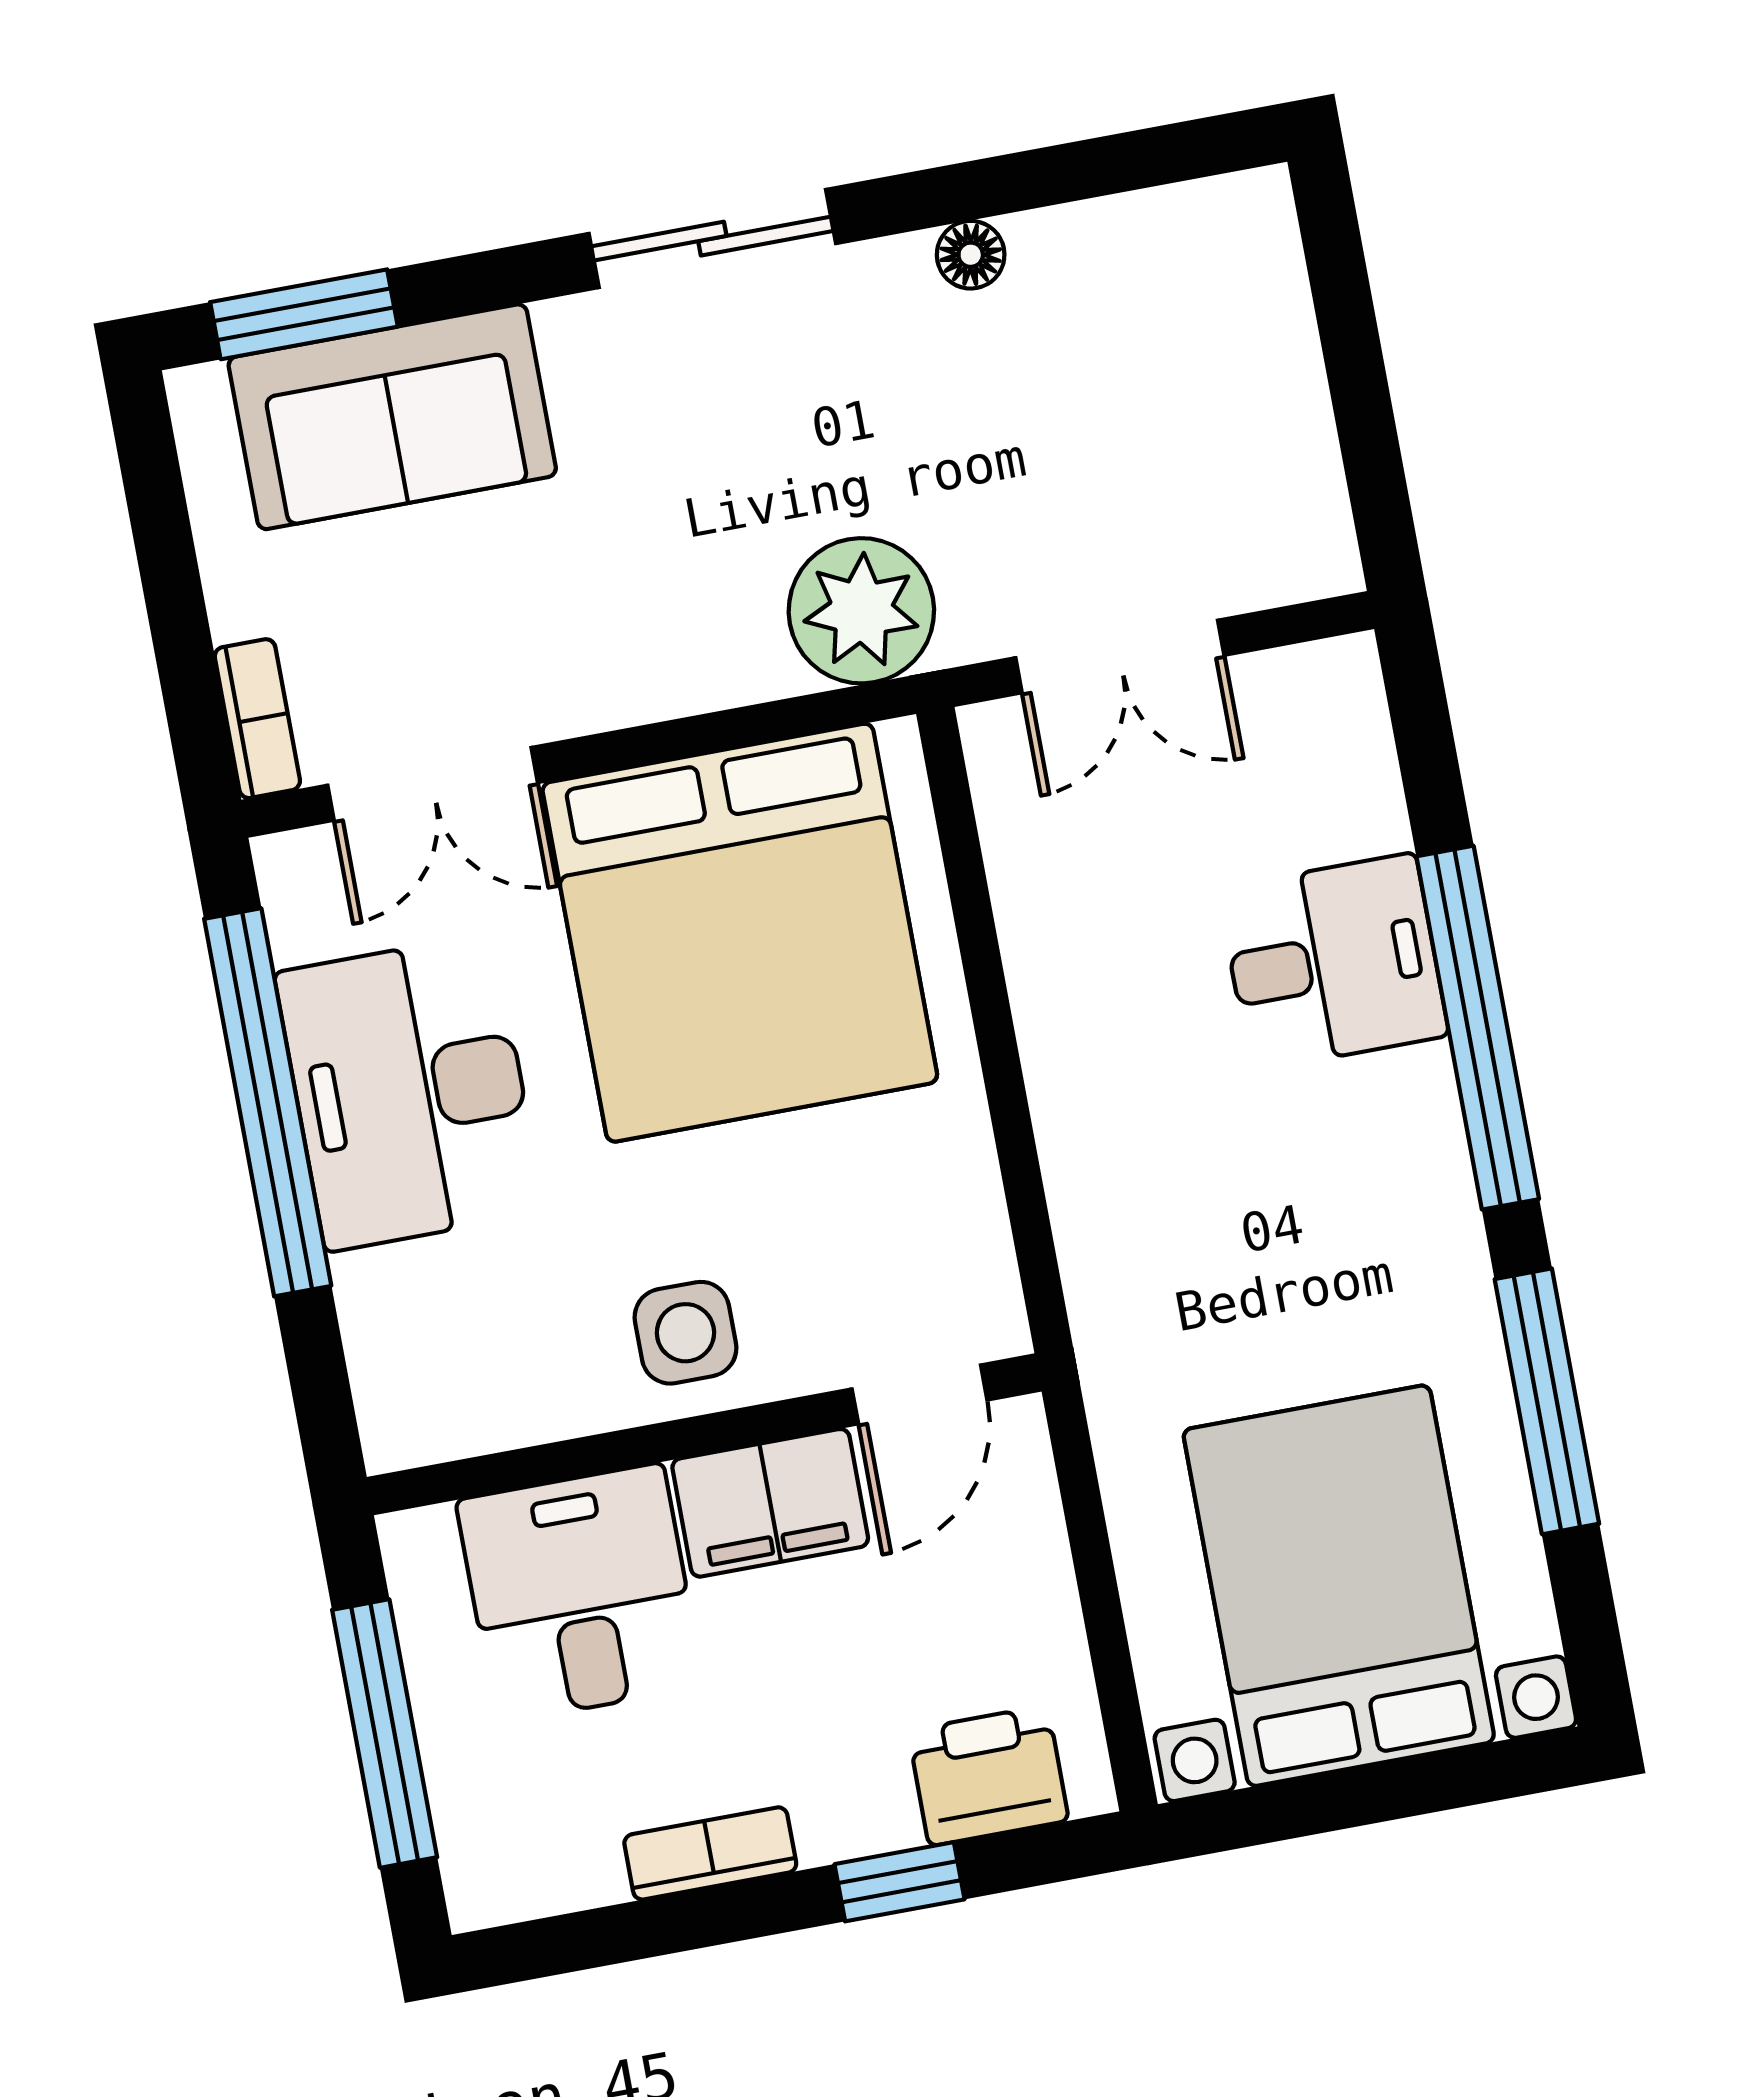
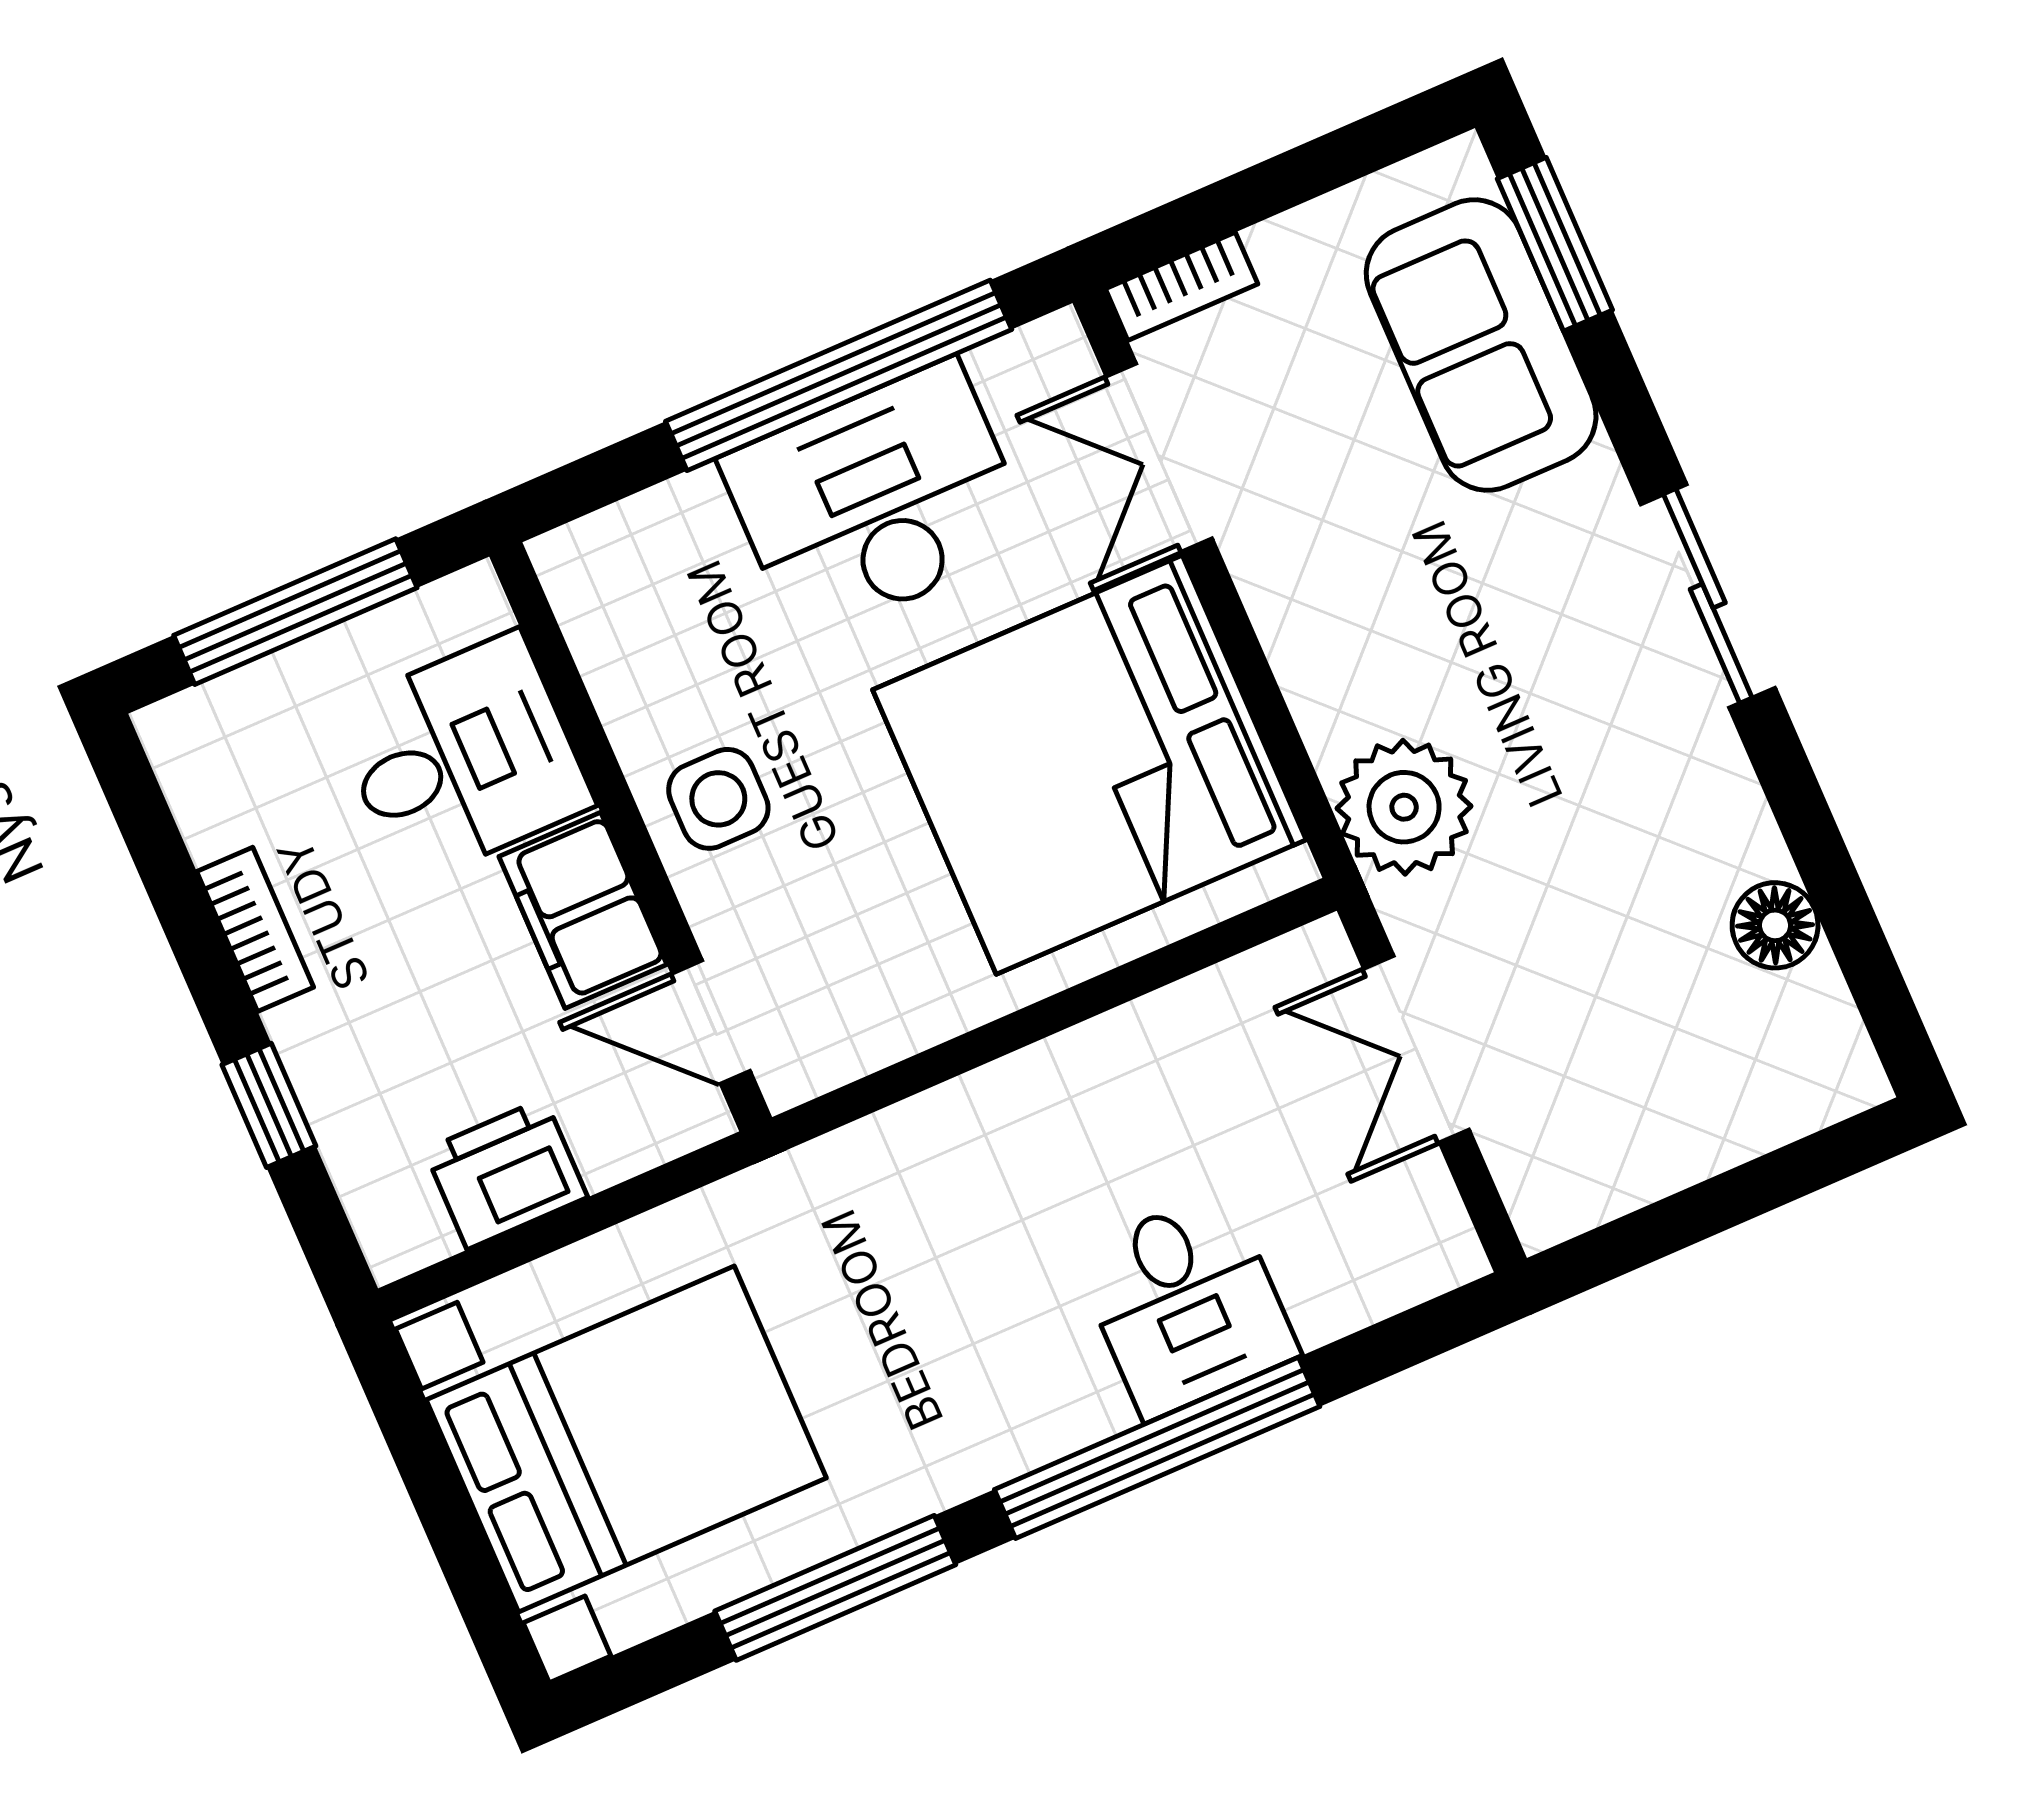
floor lamp: (971, 255) -> (1775, 925), moved, width x1.37, depth x1.37
printer: (988, 1776) -> (506, 1174), moved, turned -90

